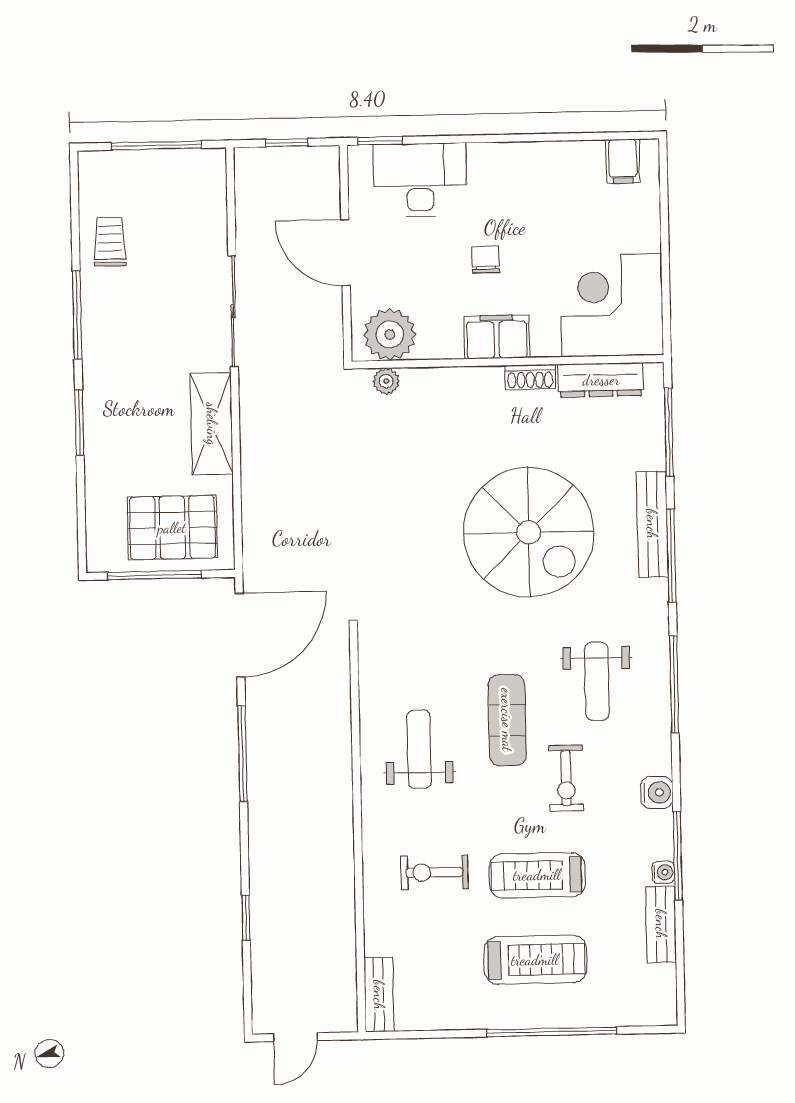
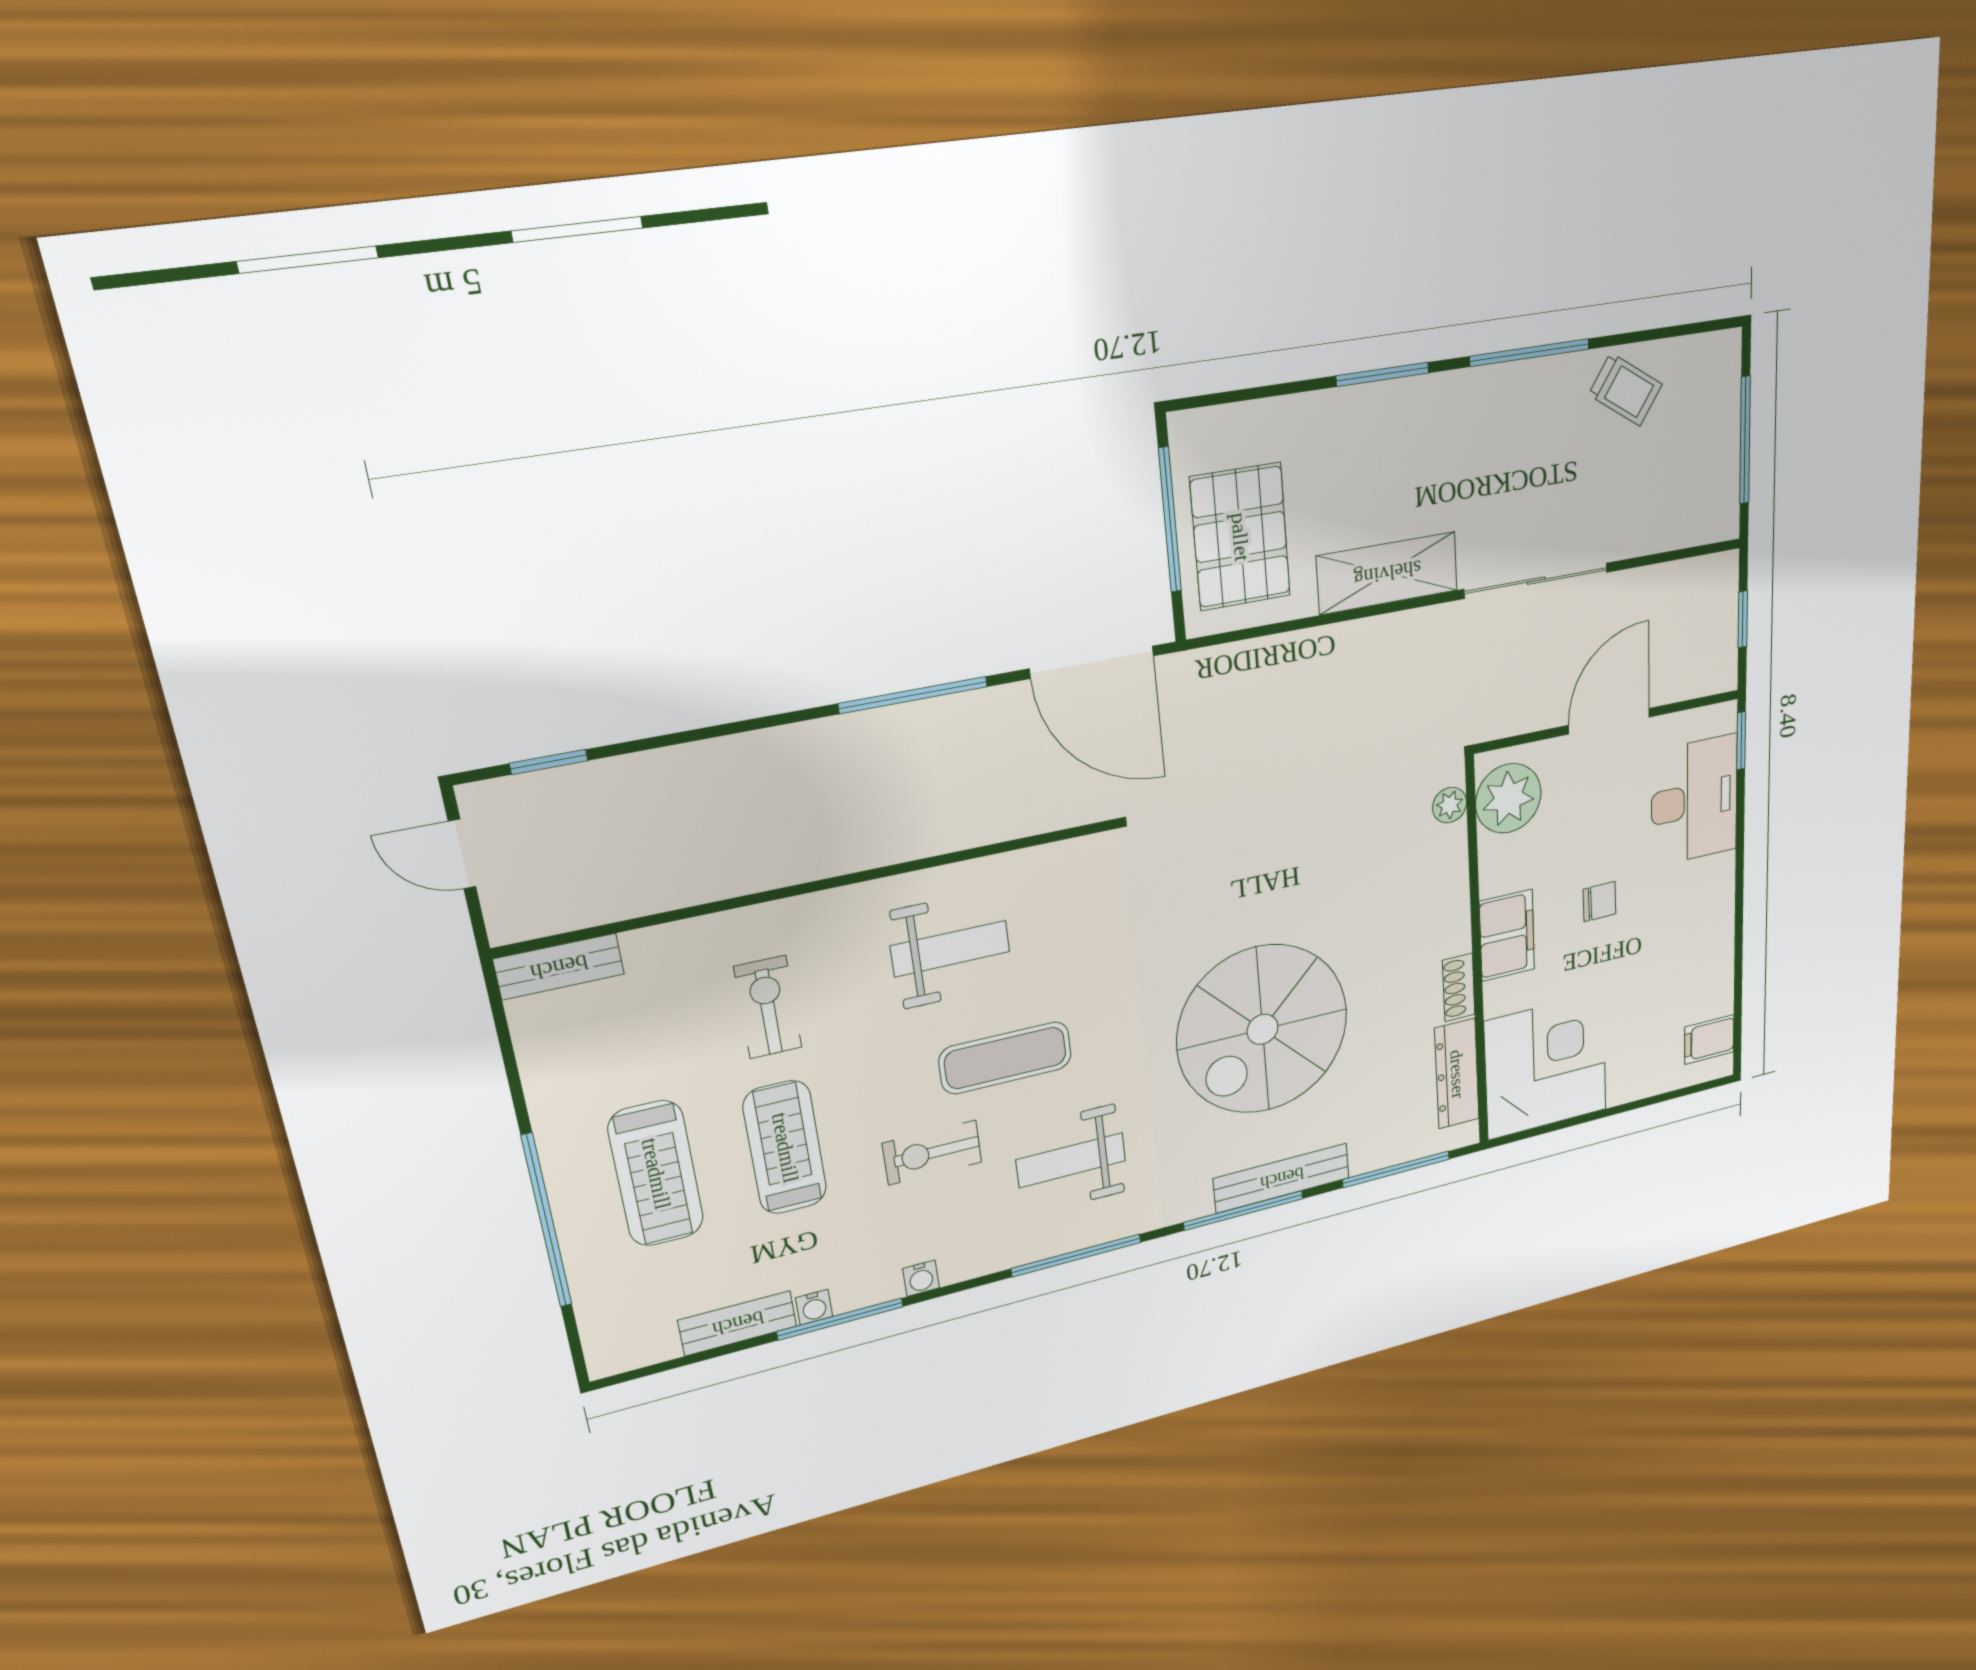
trolley: (110, 242) -> (1625, 390), turned 34
water cooler: (657, 792) -> (921, 1278), width x0.72, depth x0.72
window: (246, 918) -> (549, 762), moved

